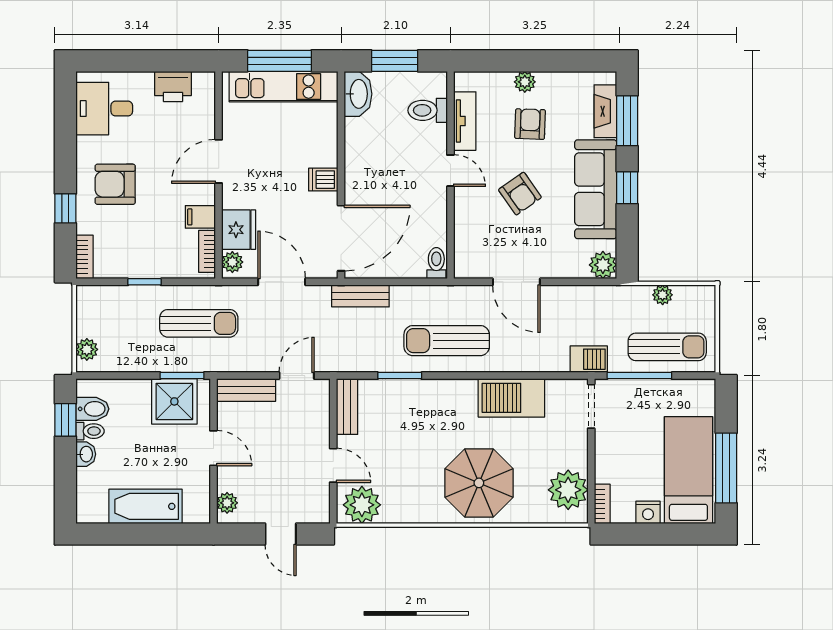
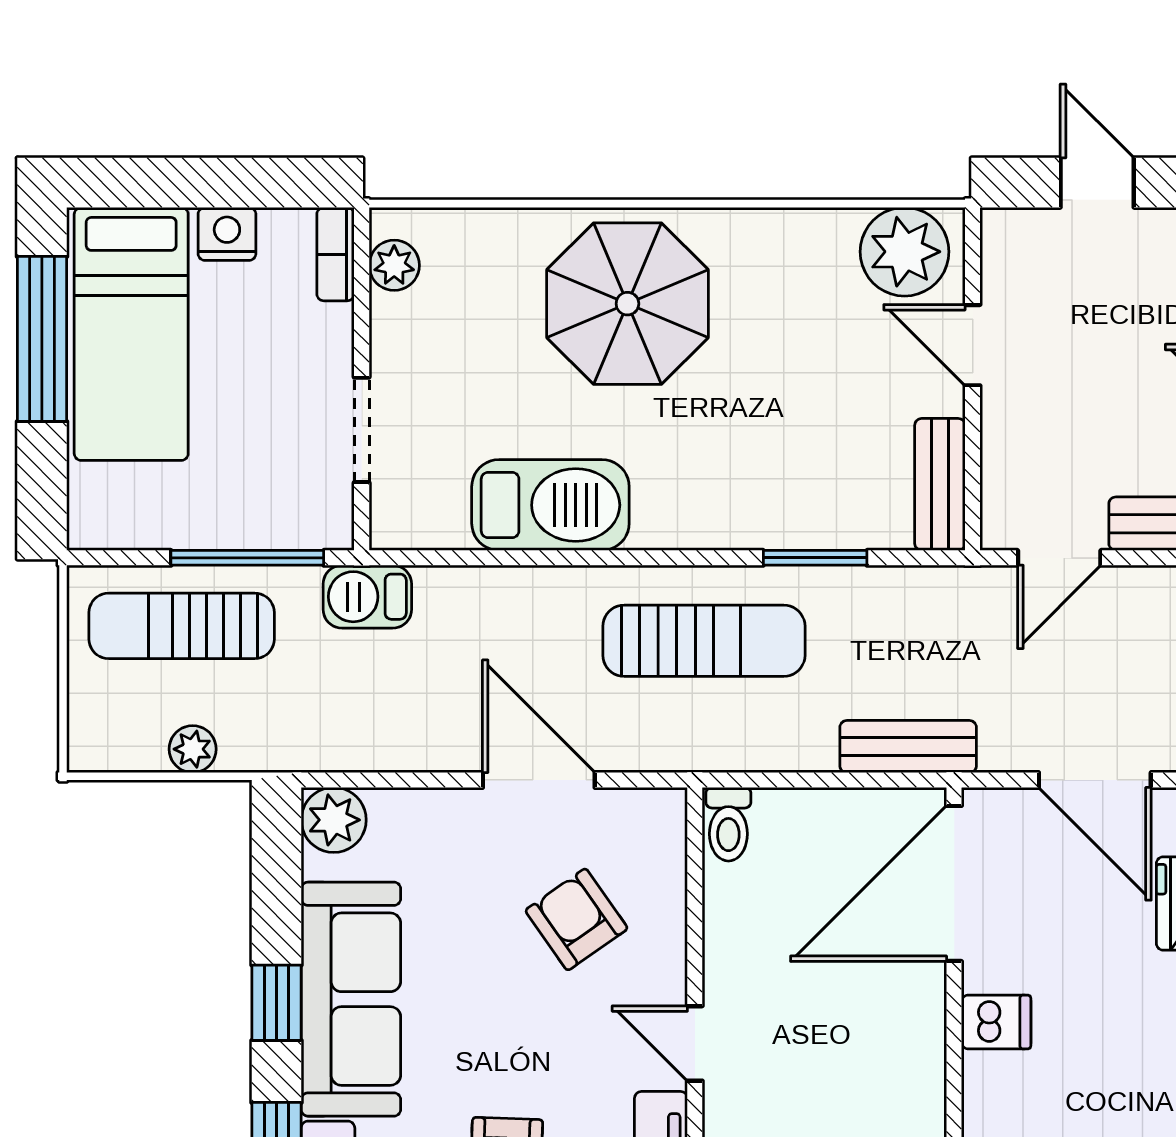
armchair: (520, 194) -> (576, 919), moved
doorway: (591, 406) -> (362, 430), moved
plant: (568, 490) -> (394, 265), width x0.53, depth x0.53

